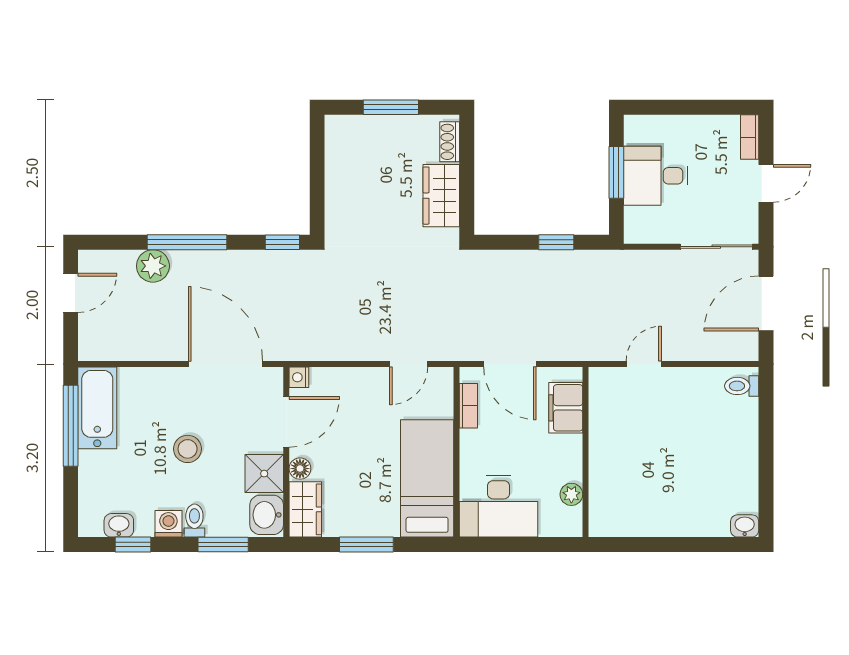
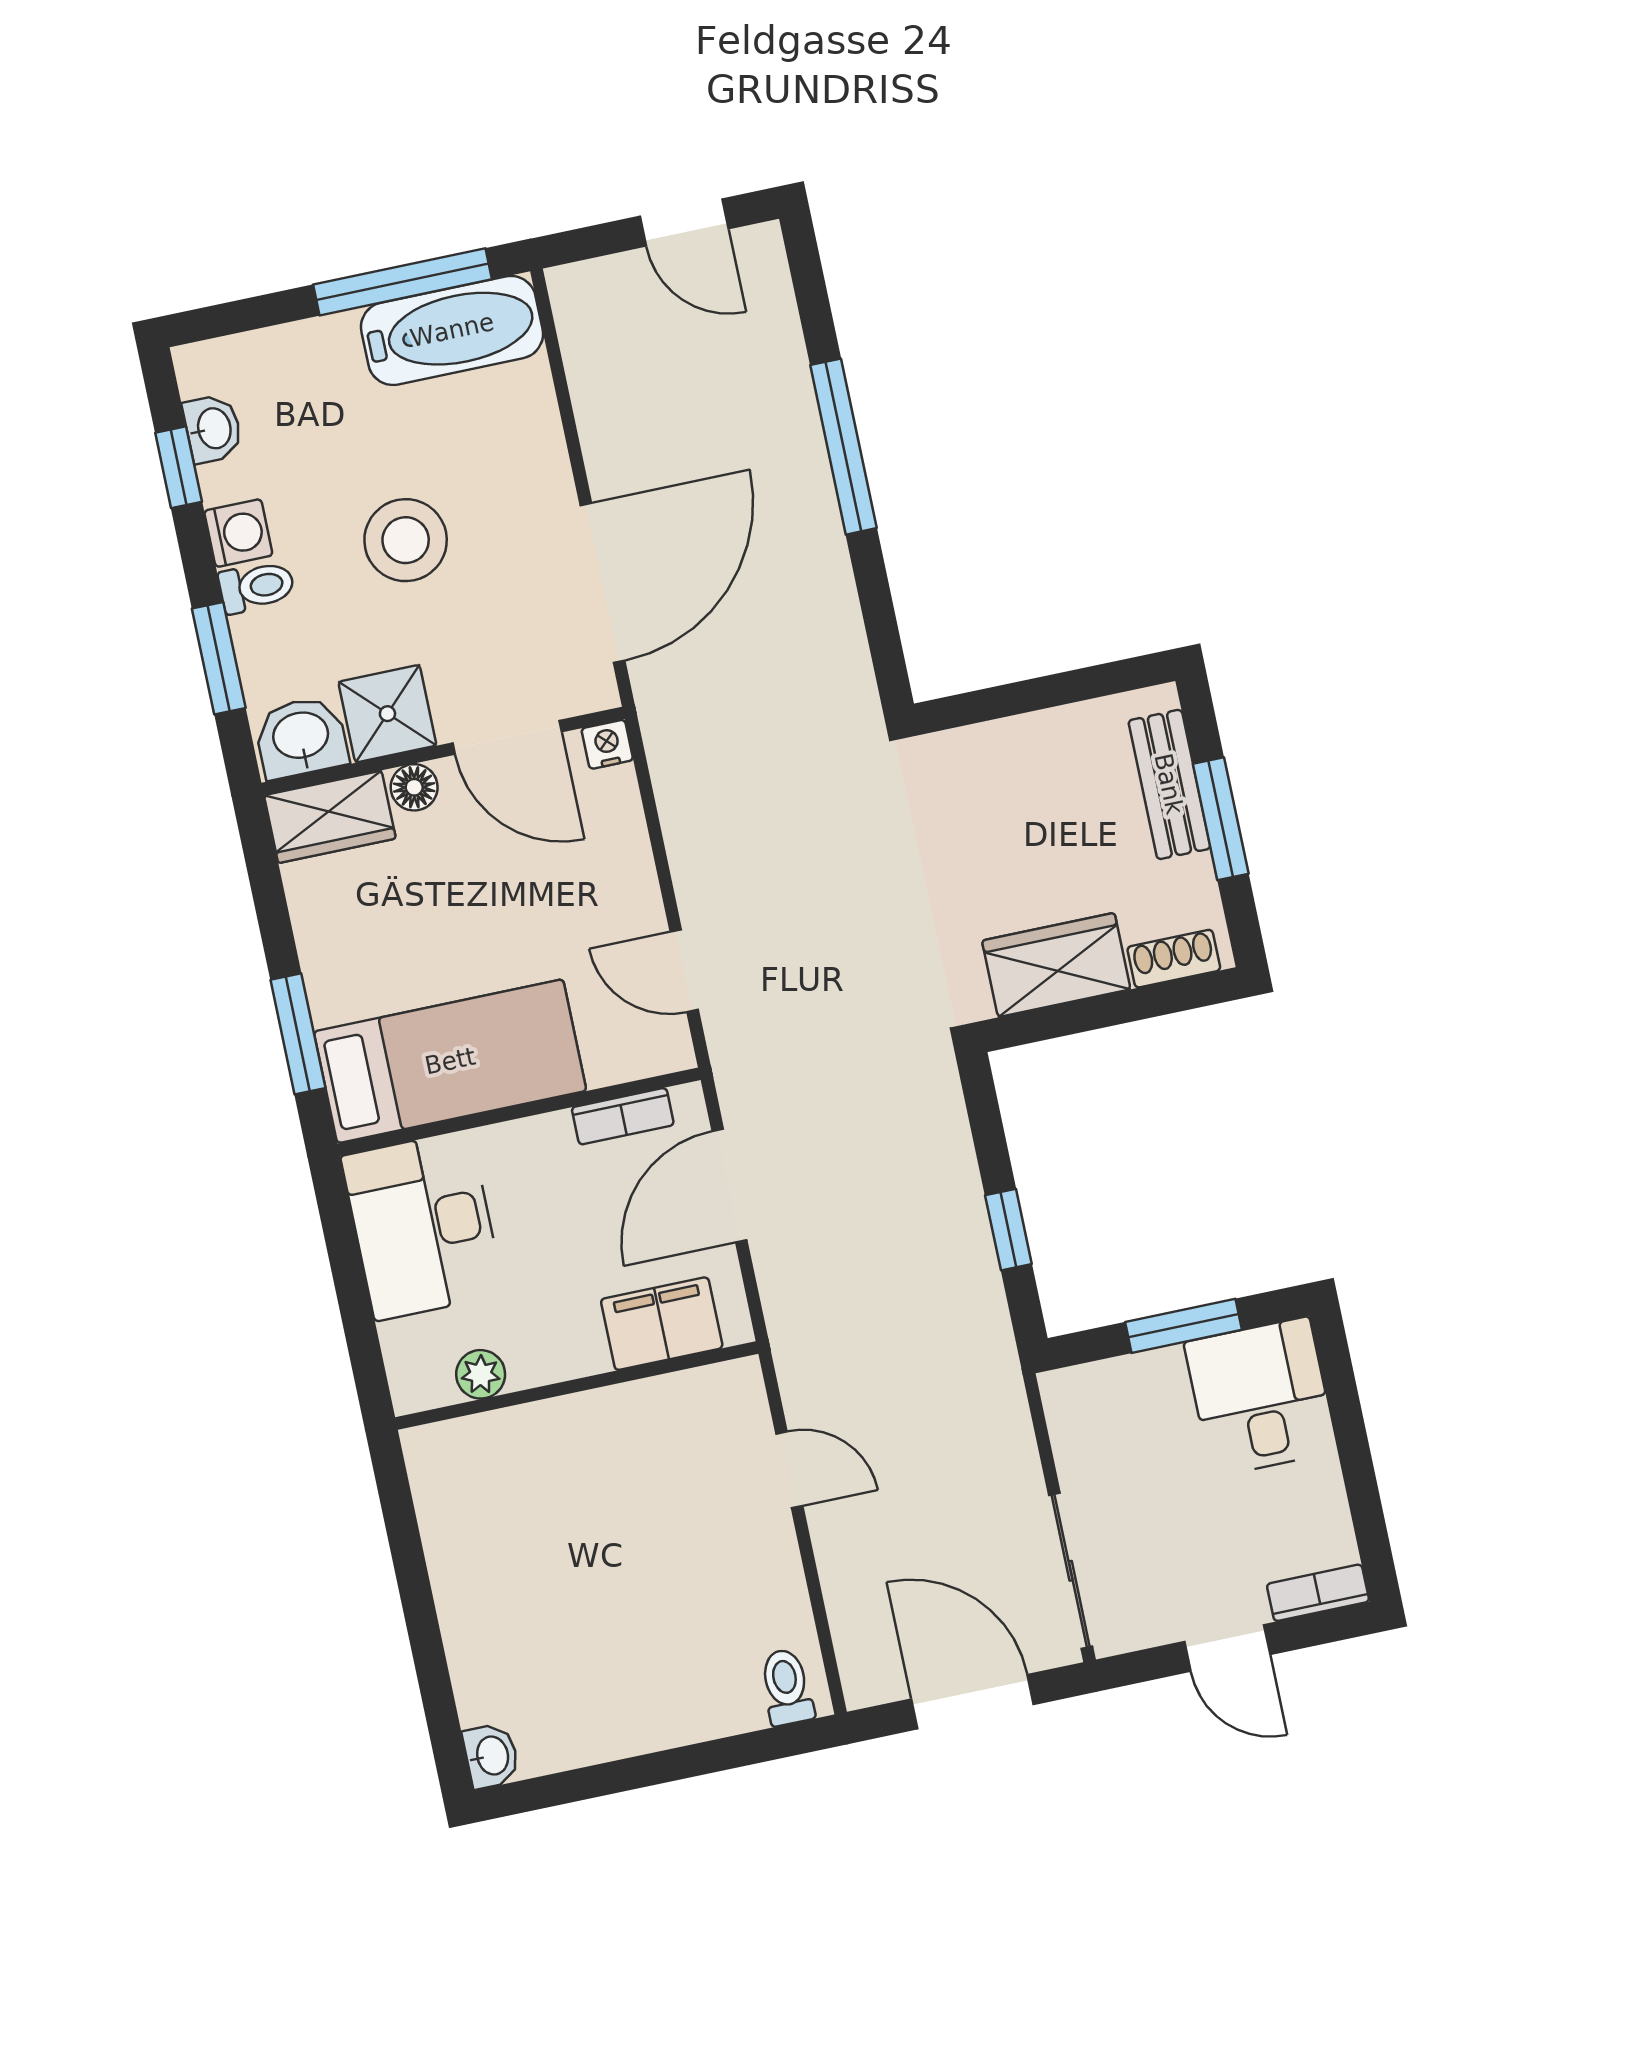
bench: (371, 127) -> (1169, 784), added
desk: (656, 176) -> (1261, 1397), moved
window: (282, 242) -> (886, 649), removed
plant: (153, 266) -> (778, 385), removed
stool: (188, 449) -> (406, 540), width x1.38, depth x1.38
window: (366, 545) -> (298, 1034), moved

